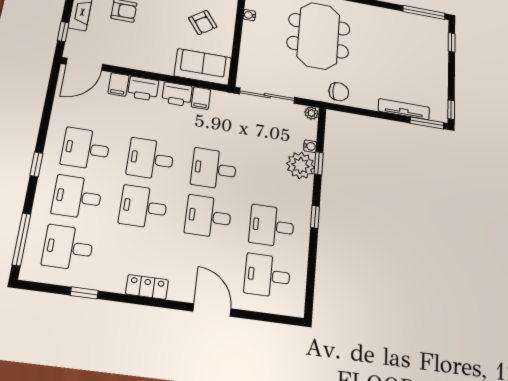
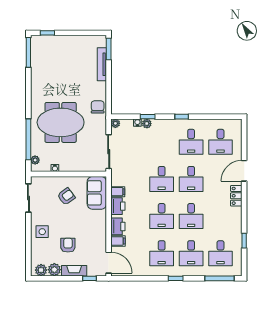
window: (451, 110) -> (96, 33), removed
plant: (301, 165) -> (147, 124), width x0.53, depth x0.53
locker: (147, 287) -> (236, 196), moved

